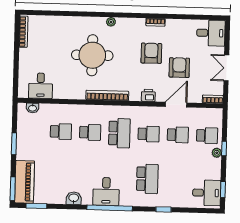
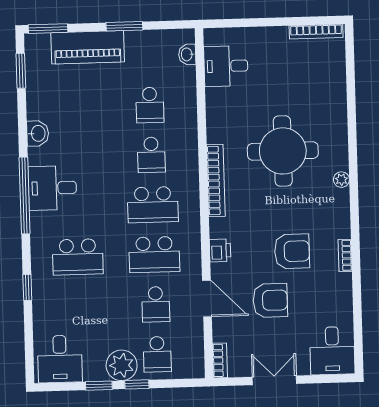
school desk: (149, 134) -> (154, 255), width x1.85
plant: (217, 153) -> (122, 365), width x1.88, depth x1.88
piano: (25, 182) -> (88, 47), moved
window: (223, 189) -> (99, 386), moved

